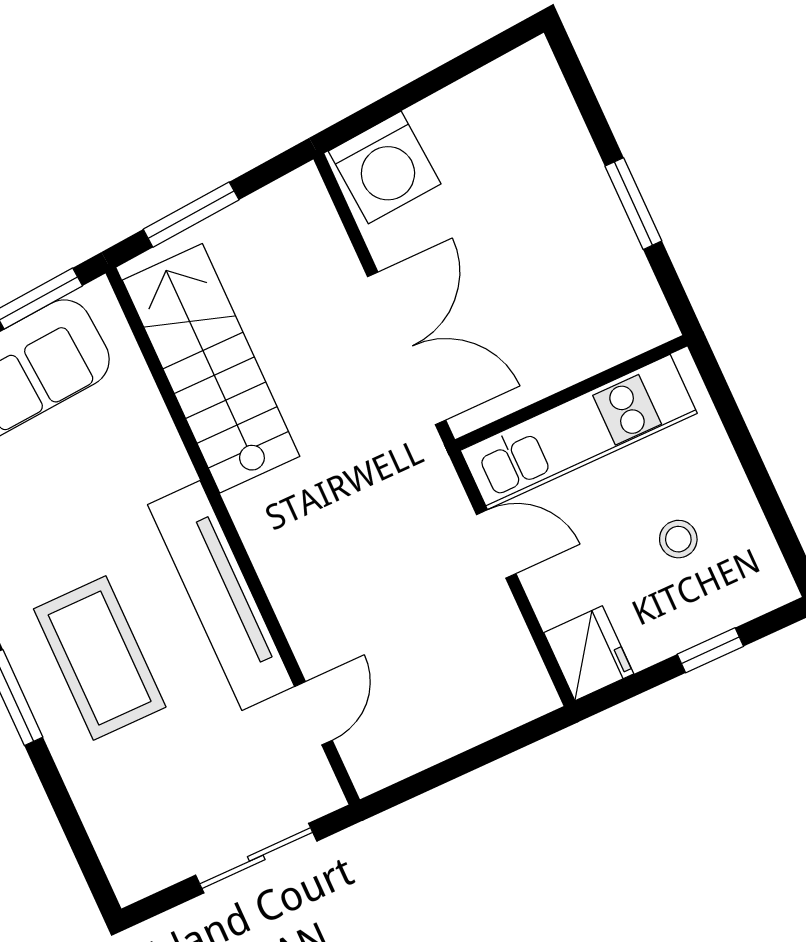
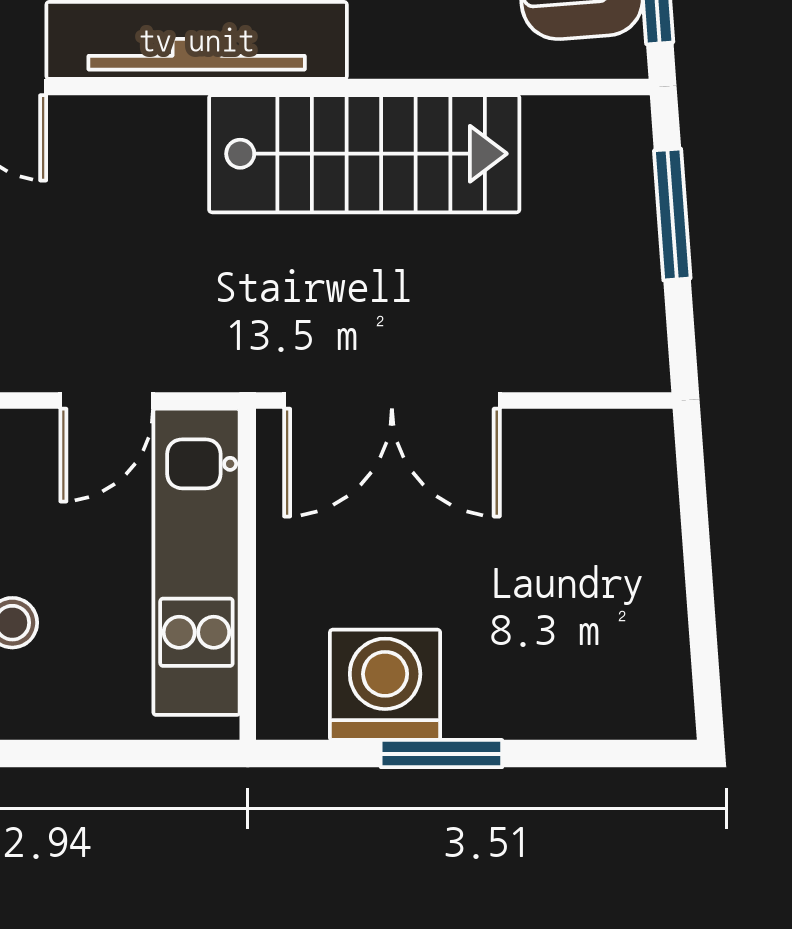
washing machine: (385, 167) -> (385, 685), moved, turned 94
stairs: (211, 368) -> (364, 154), moved

